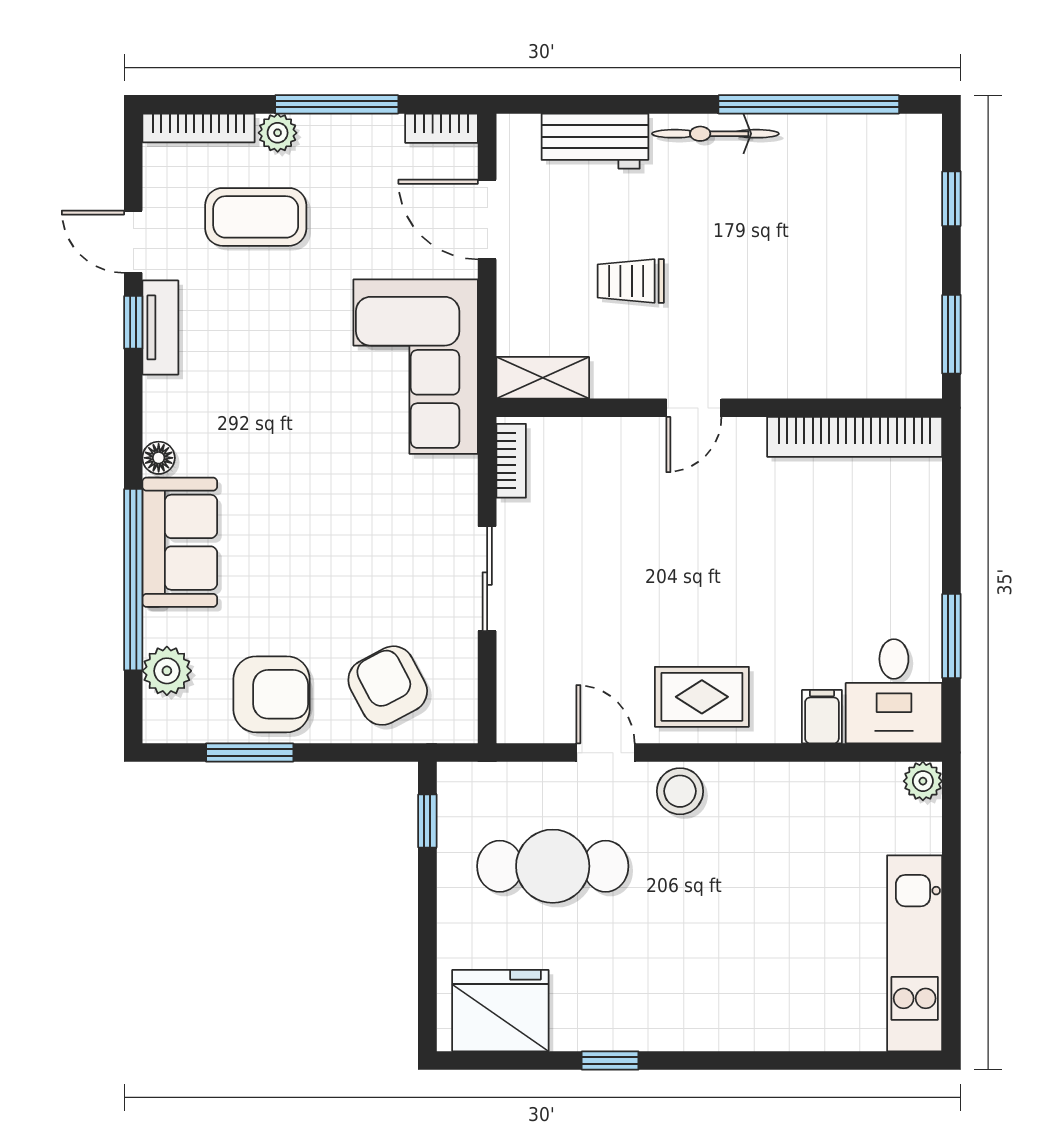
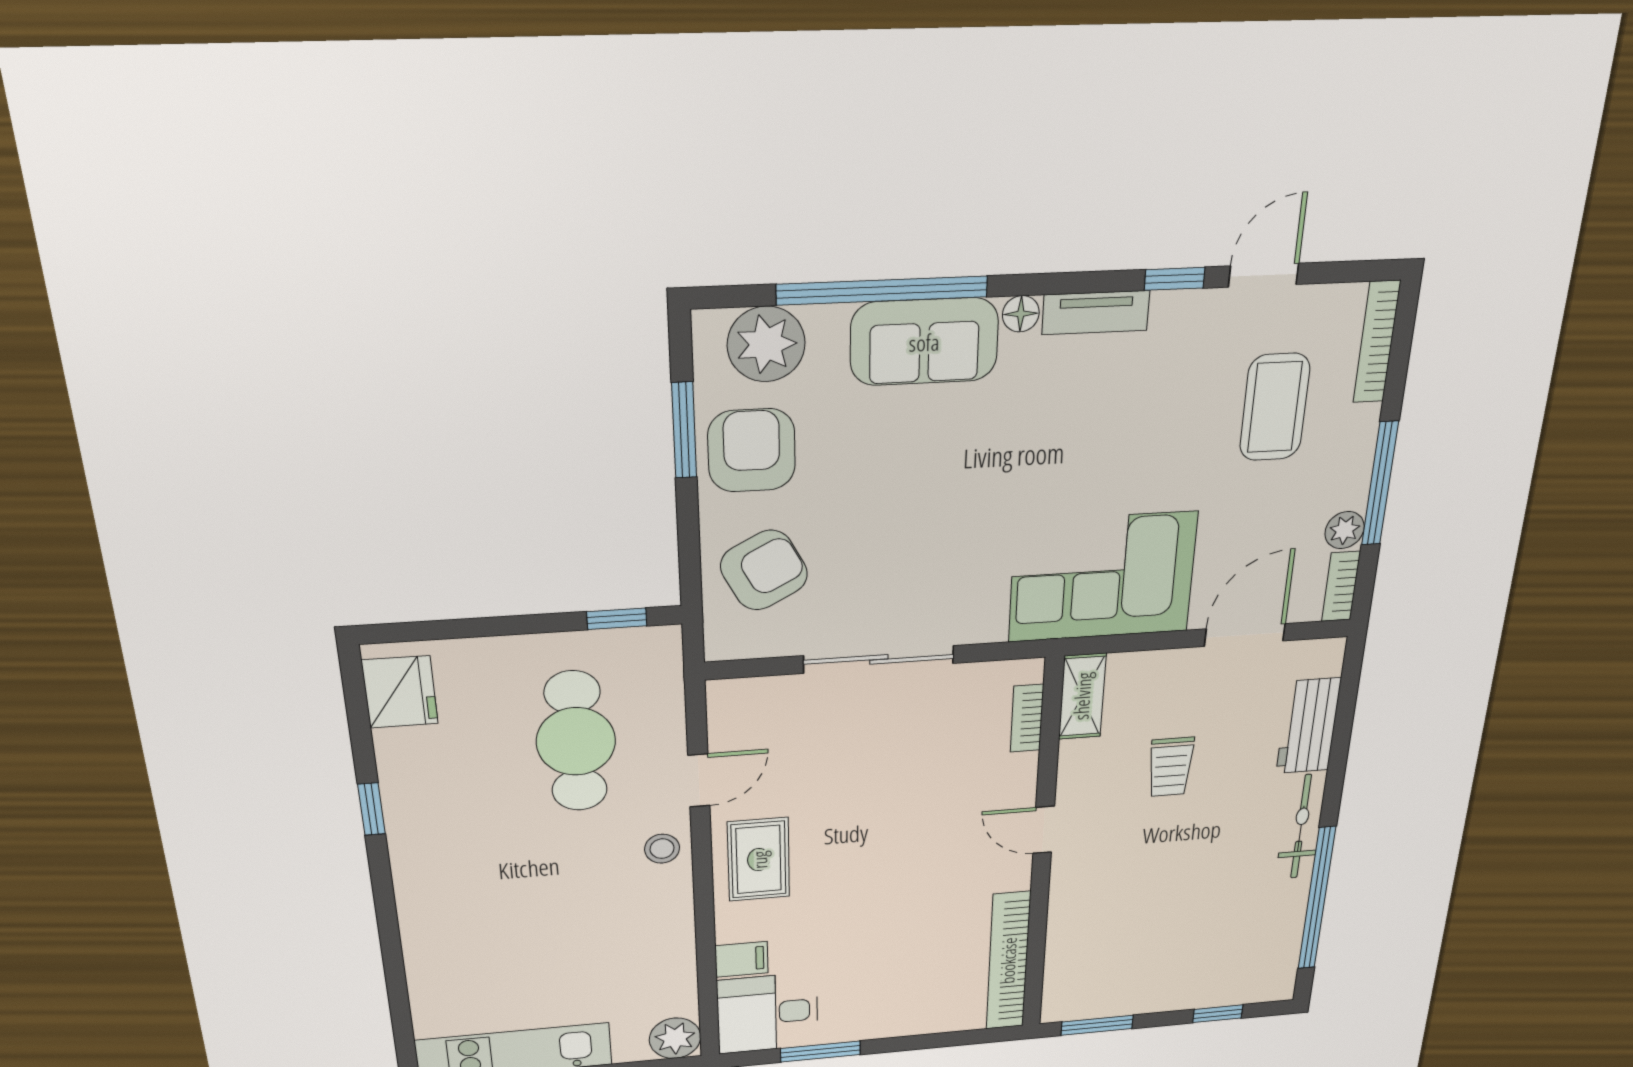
plant: (278, 133) -> (1345, 530), moved
trolley: (631, 281) -> (1171, 767), turned 180
tv unit: (160, 327) -> (1096, 313), moved
bookcase: (511, 461) -> (1027, 718), moved, turned 90
sliding door: (487, 579) -> (879, 659), width x1.37
plant: (167, 671) -> (766, 344), width x1.36, depth x1.36
armchair: (272, 694) -> (752, 450), turned 180
plant: (923, 781) -> (675, 1038), width x1.38, depth x1.38
stool: (680, 791) -> (662, 849), width x0.73, depth x0.73
fridge: (500, 1011) -> (400, 692), width x0.73, depth x0.75

